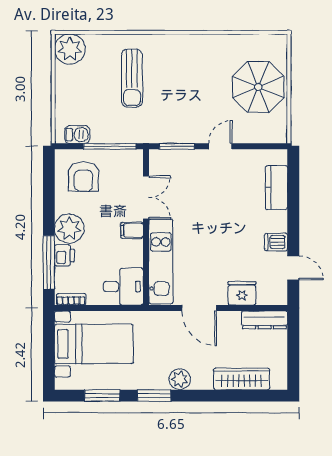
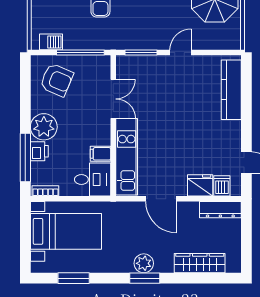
armchair: (83, 177) -> (57, 80), turned -67
kitchen counter: (276, 188) -> (231, 90), width x1.50
filing cabinet: (132, 230) -> (101, 154), moved
dishwasher: (276, 242) -> (222, 186), moved, turned 90
window: (154, 396) -> (145, 278), moved

